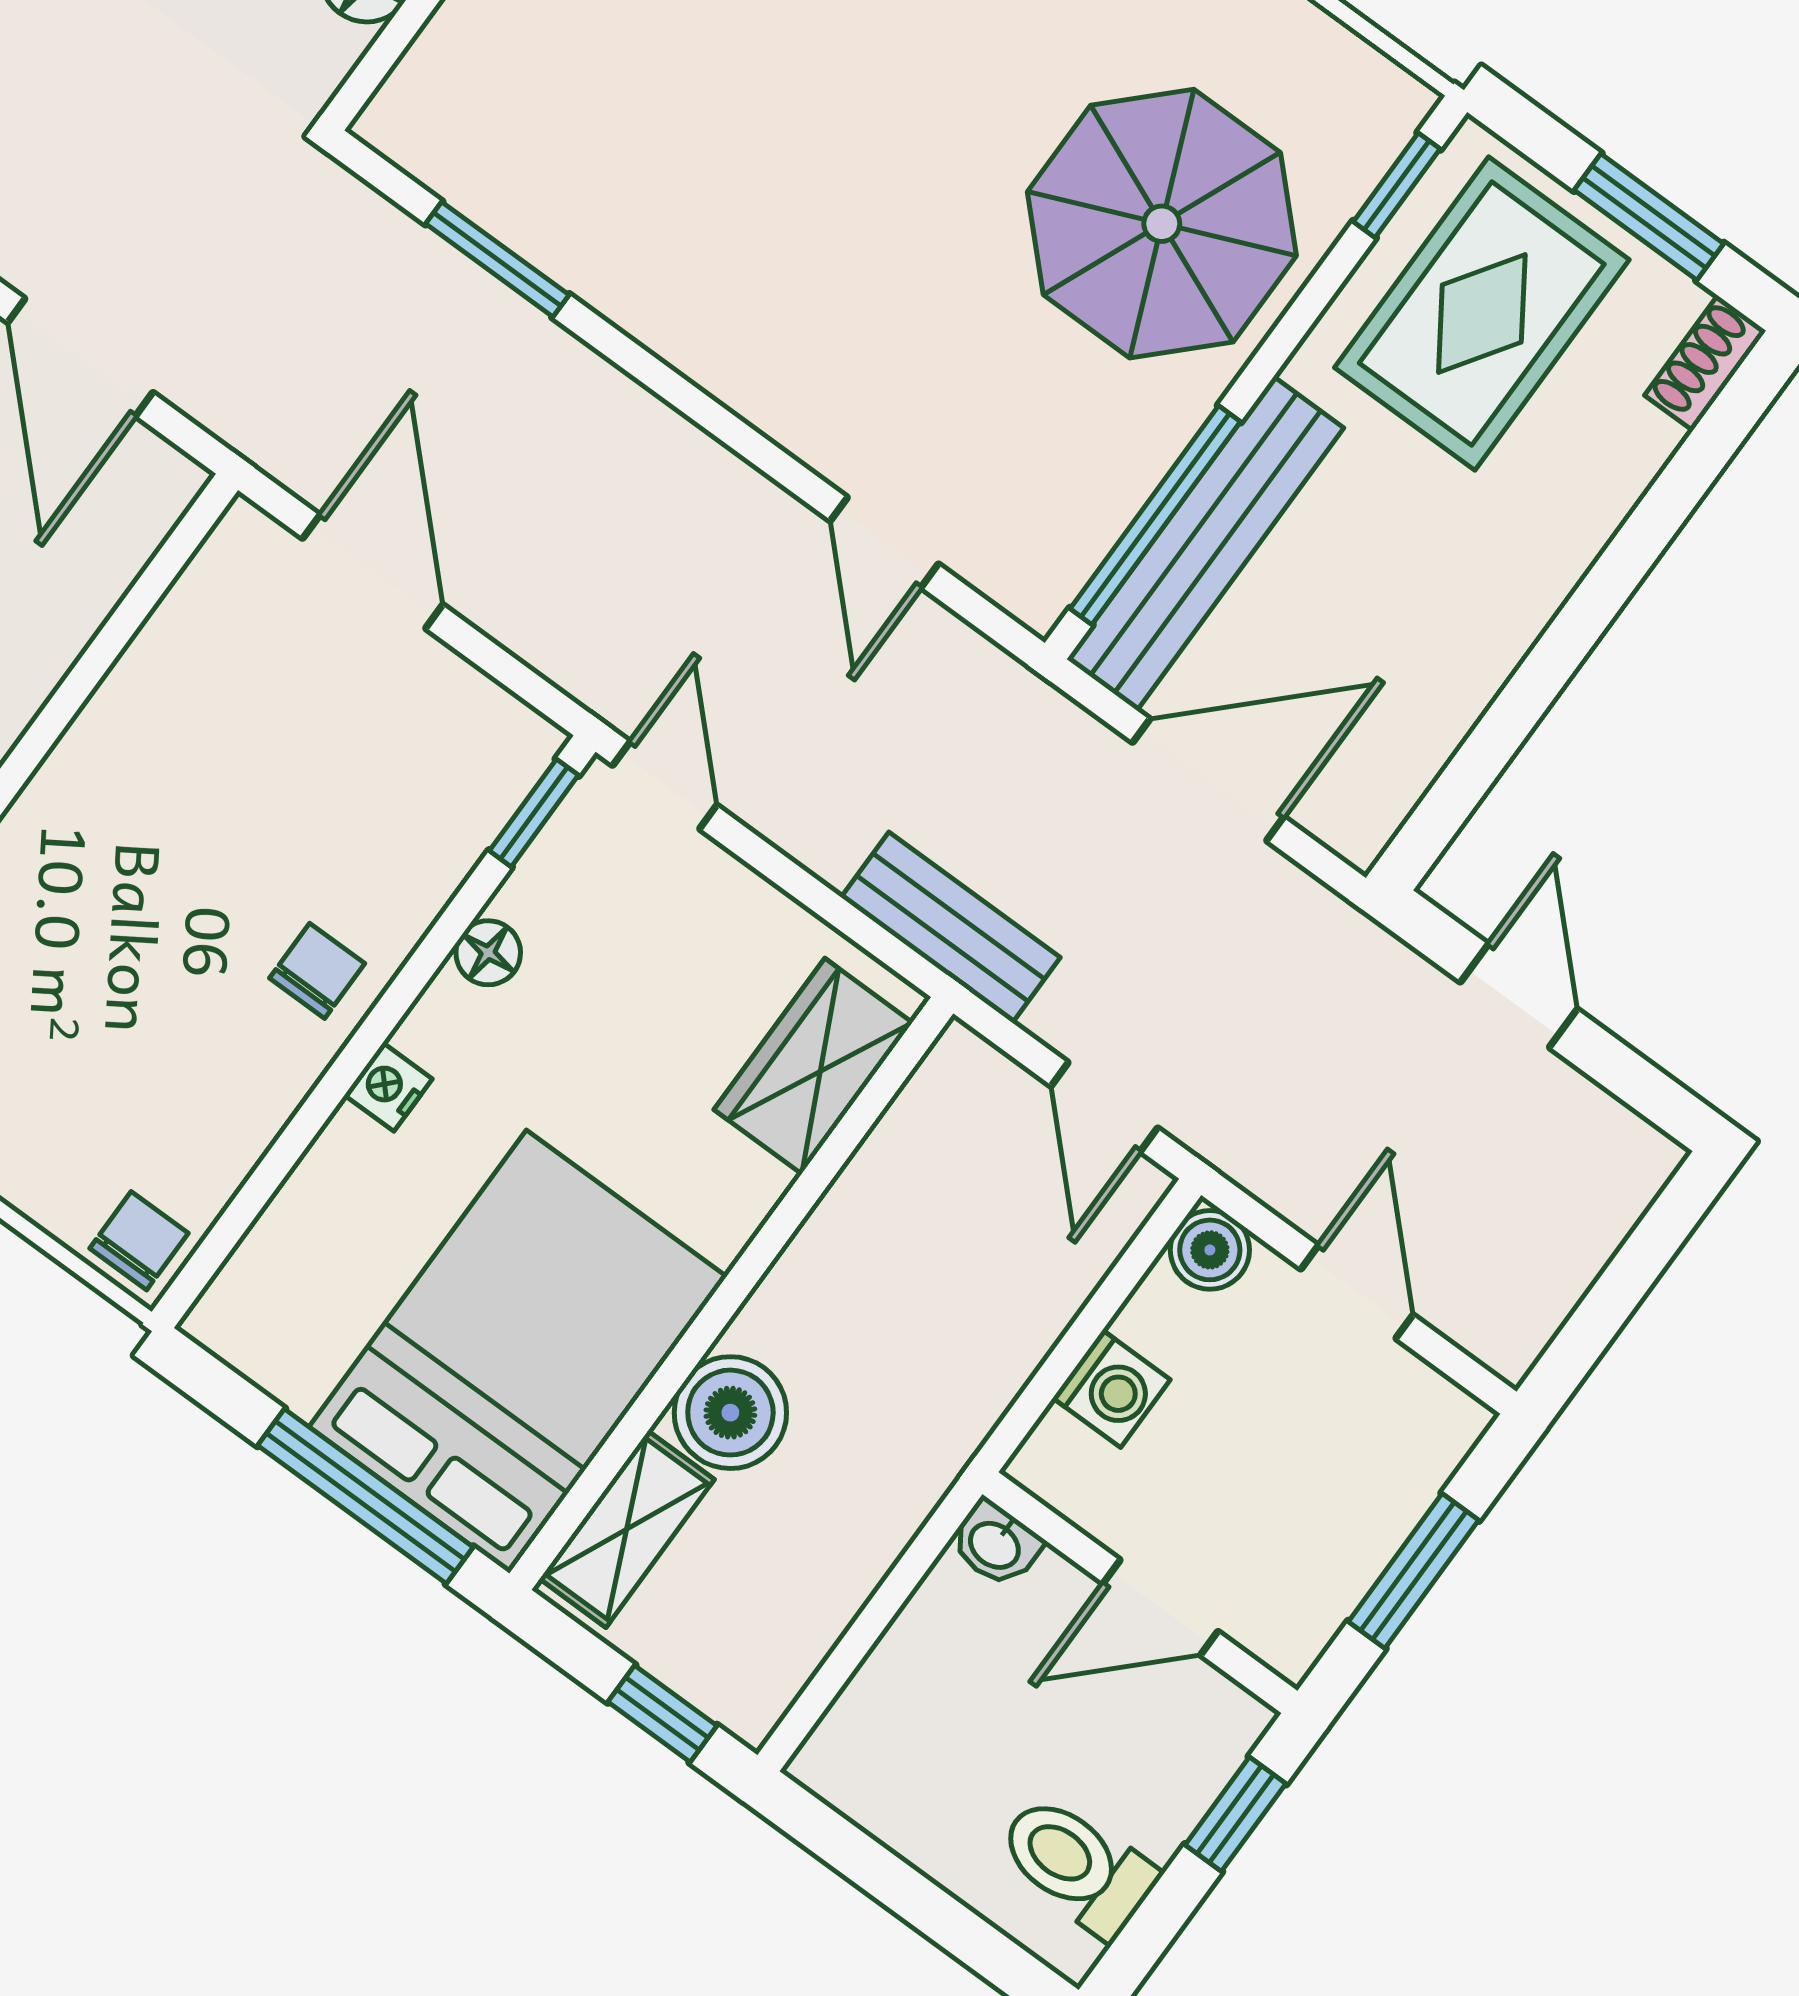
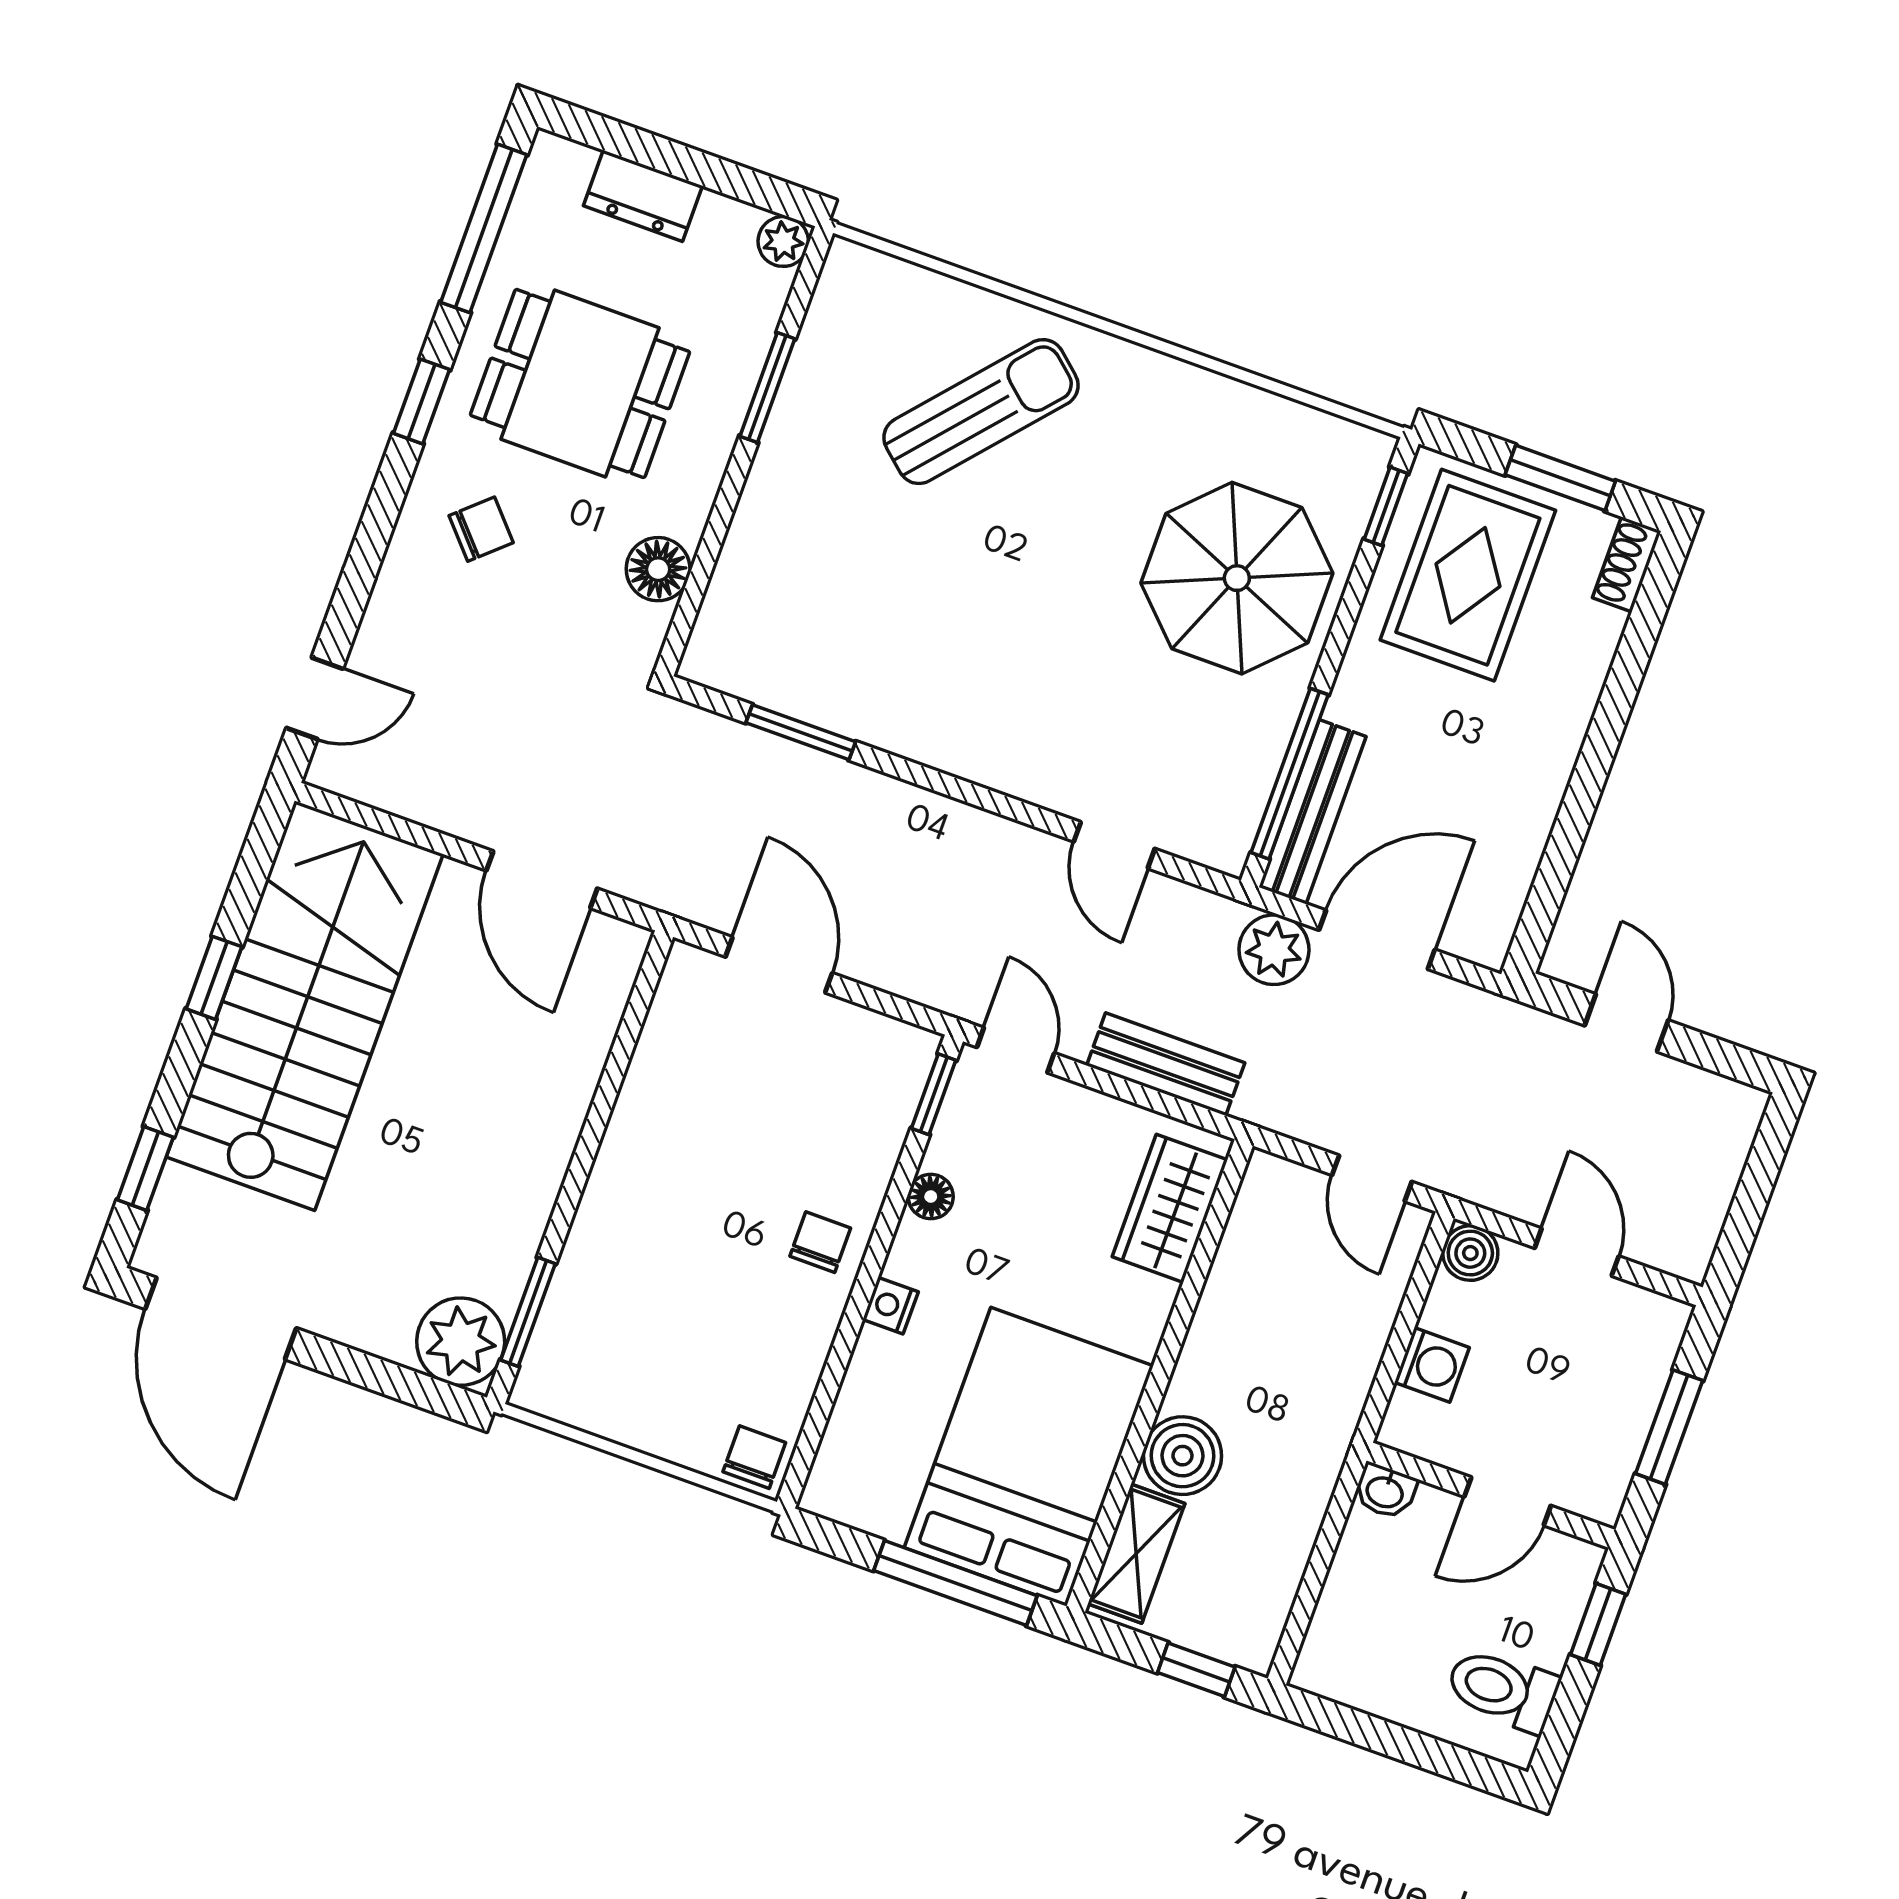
bench: (1205, 544) -> (1313, 812), width x0.73, depth x0.82
plant: (1062, 752) -> (1274, 950), added
bench: (951, 927) -> (1166, 1064), moved

